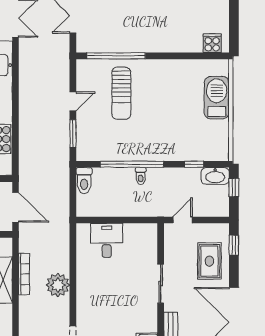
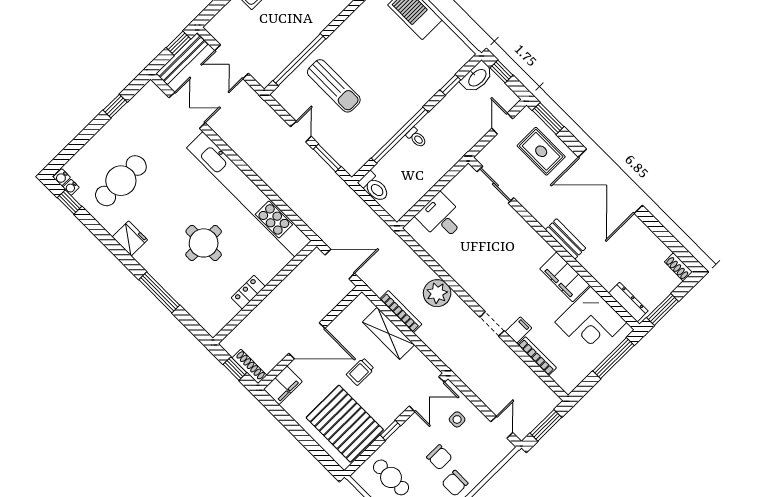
door: (183, 220) -> (502, 124), moved
window: (234, 245) -> (548, 118), width x1.50
sliding door: (161, 284) -> (495, 185), moved

